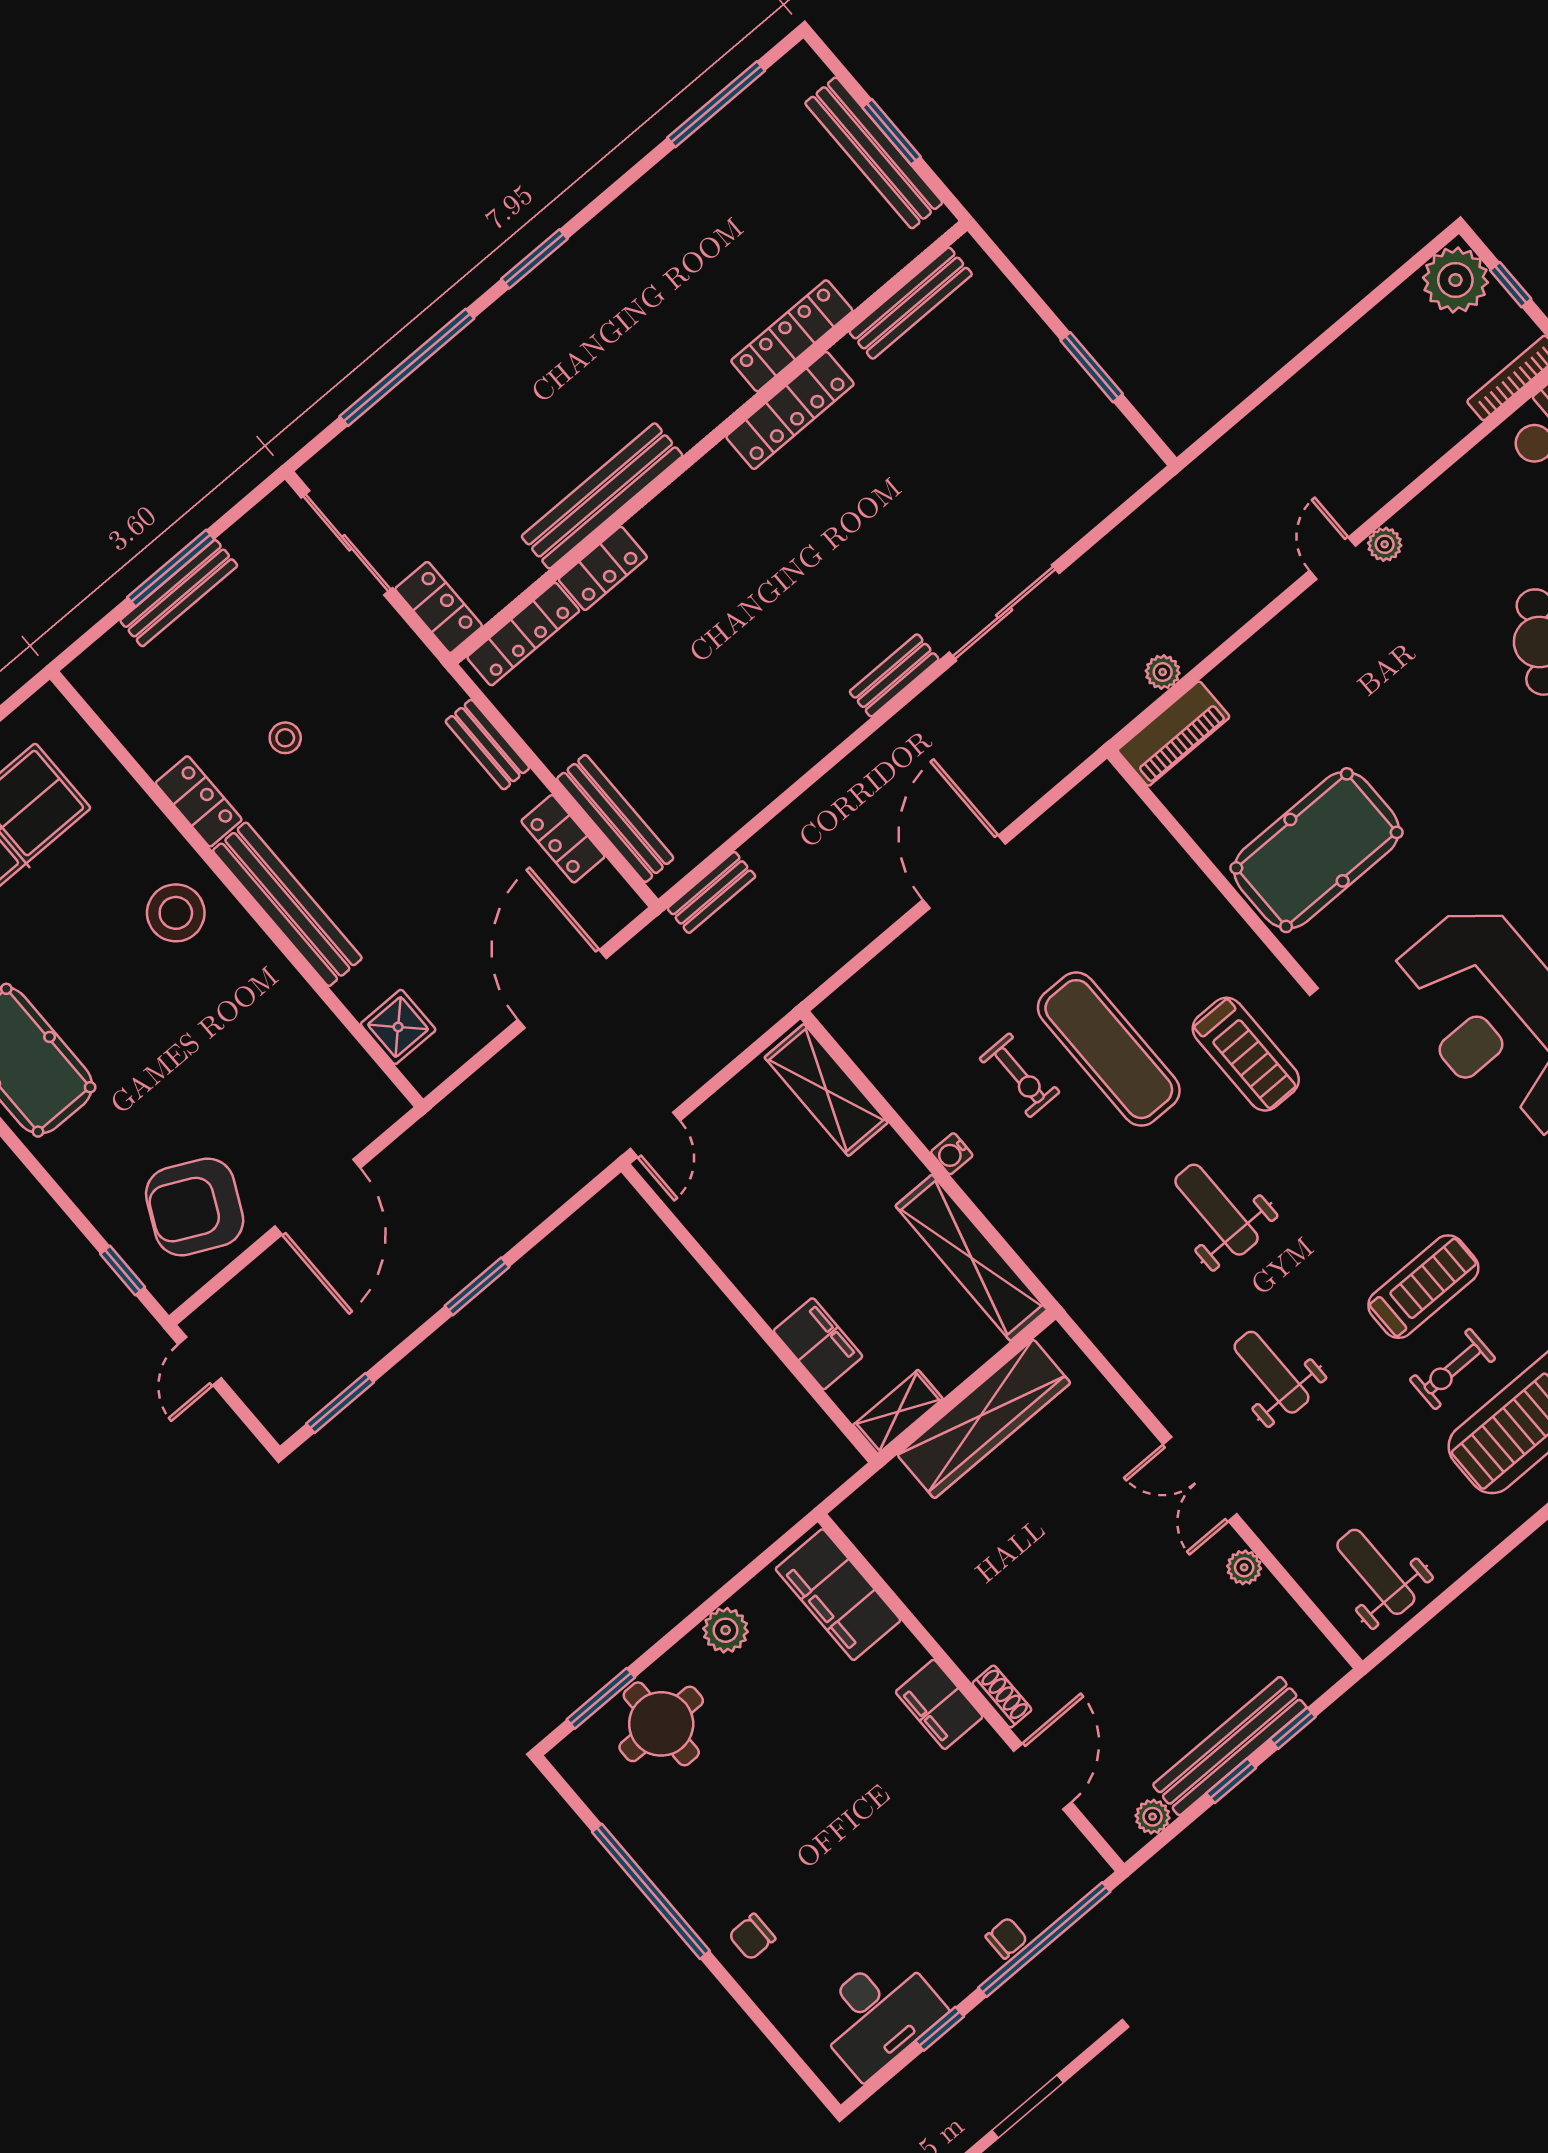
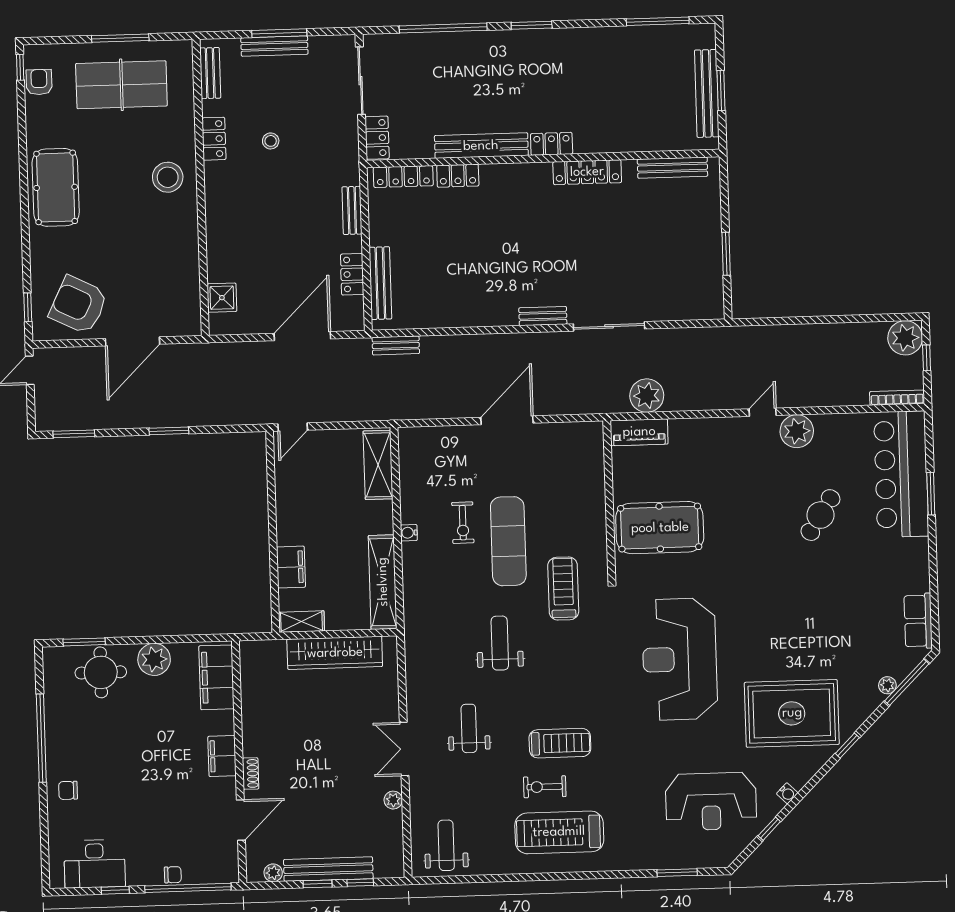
locker: (792, 336) -> (552, 144), moved, width x0.66
plant: (1385, 544) -> (797, 431), width x1.87, depth x1.87
plant: (1163, 672) -> (647, 396), width x1.88, depth x1.88
bench: (287, 904) -> (210, 73), moved, width x0.54, depth x0.82
treadmill: (1246, 1054) -> (563, 589), turned 180
plant: (726, 1630) -> (154, 659), width x1.36, depth x1.36

